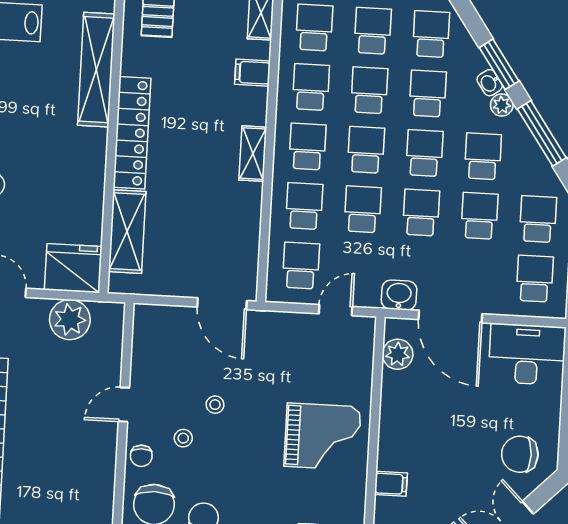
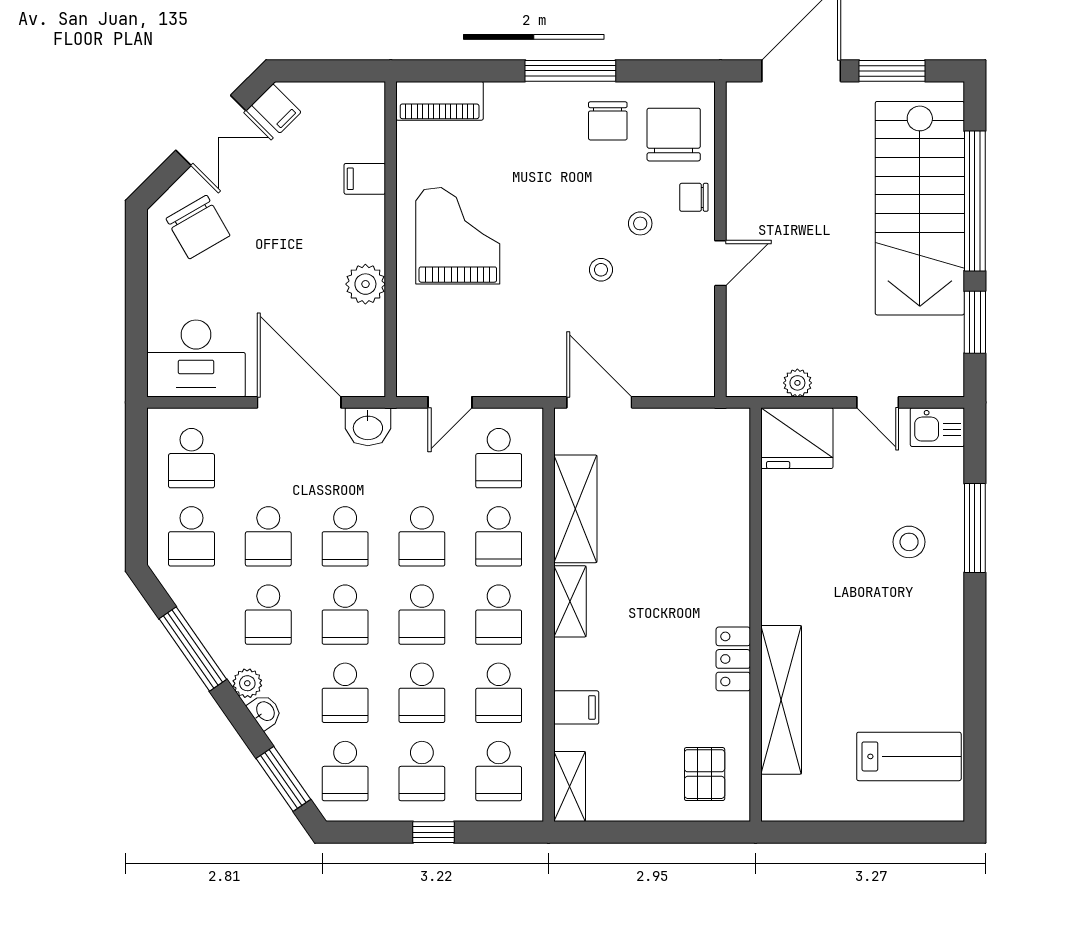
window: (499, 64) -> (283, 779), moved
locker: (132, 133) -> (733, 659), width x0.46, depth x0.83
shelving: (127, 232) -> (575, 509), moved
plant: (70, 320) -> (797, 383), width x0.53, depth x0.53
plant: (398, 354) -> (365, 284), moved
grand piano: (323, 437) -> (458, 236), turned 90
chair: (520, 454) -> (198, 227), turned 60
chair: (141, 456) -> (694, 197), turned -88

